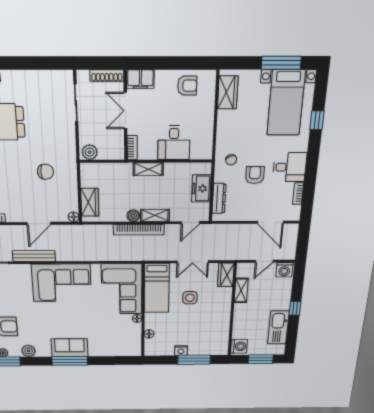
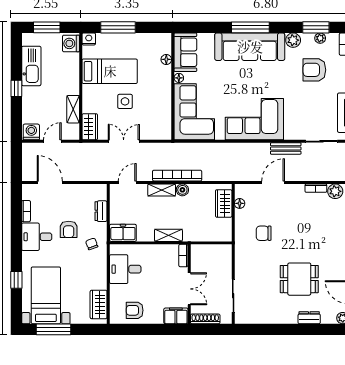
desk: (174, 143) -> (125, 269), moved, turned -90
plant: (90, 152) -> (222, 251), removed
freezer: (201, 188) -> (123, 233), moved, turned -90
dresser: (219, 198) -> (101, 211), width x0.70
floor lamp: (74, 217) -> (240, 203), moved
bench: (34, 256) -> (286, 148), width x0.73
bed: (157, 288) -> (110, 71), moved, turned 90
sofa: (131, 340) -> (185, 52), added
sofa: (70, 348) -> (250, 47), width x1.85, depth x1.27
nightstand: (181, 351) -> (89, 39), moved

